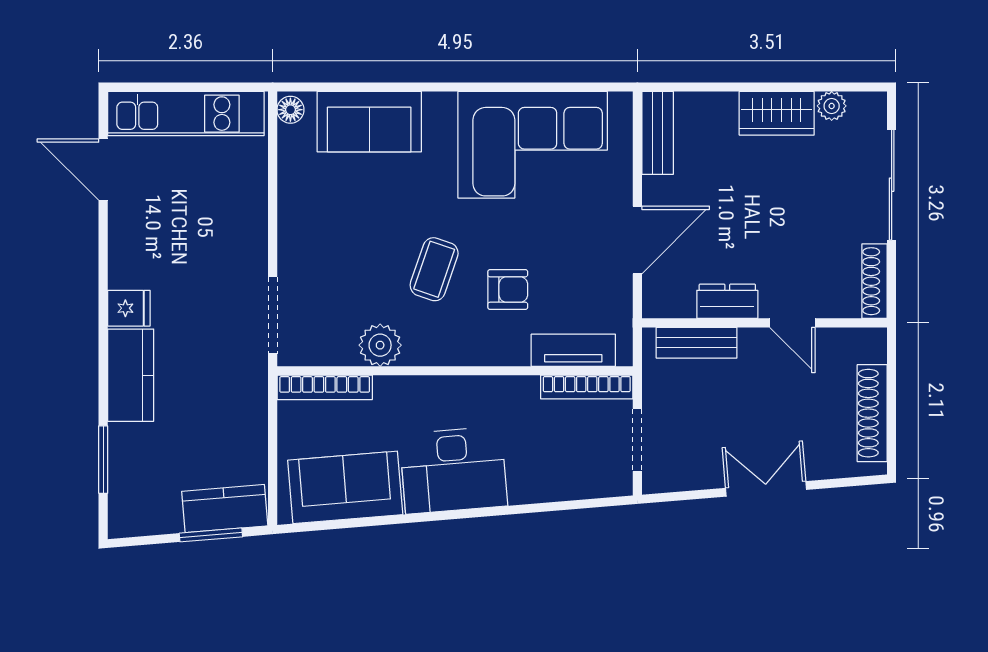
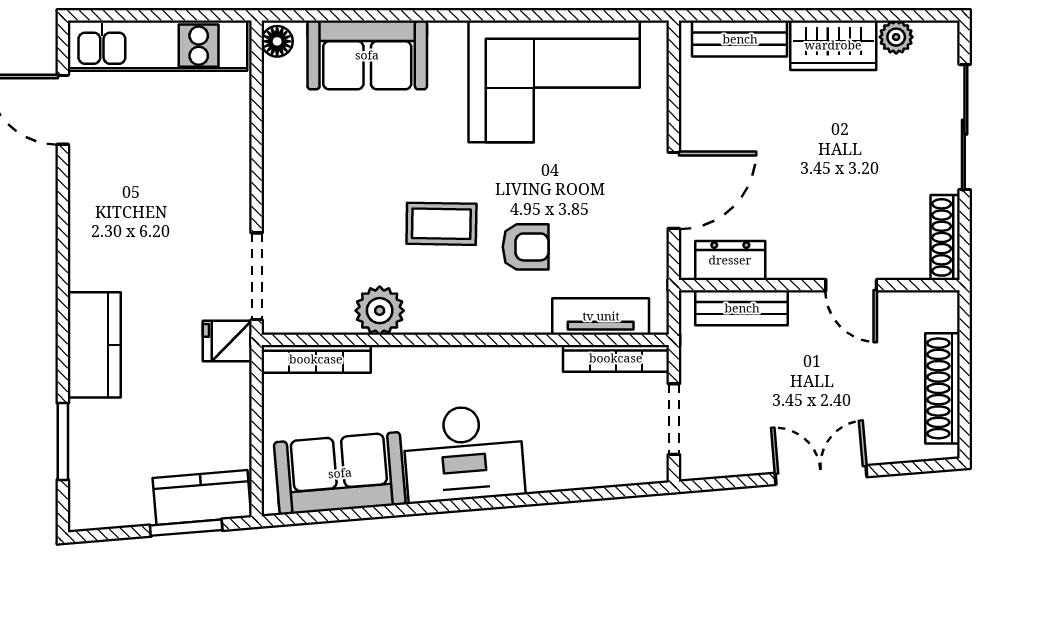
bench: (658, 133) -> (740, 39), moved, turned 90
coffee table: (434, 269) -> (441, 224), turned 72
dresser: (727, 301) -> (730, 260), moved
fridge: (129, 308) -> (227, 341), moved, turned 180

